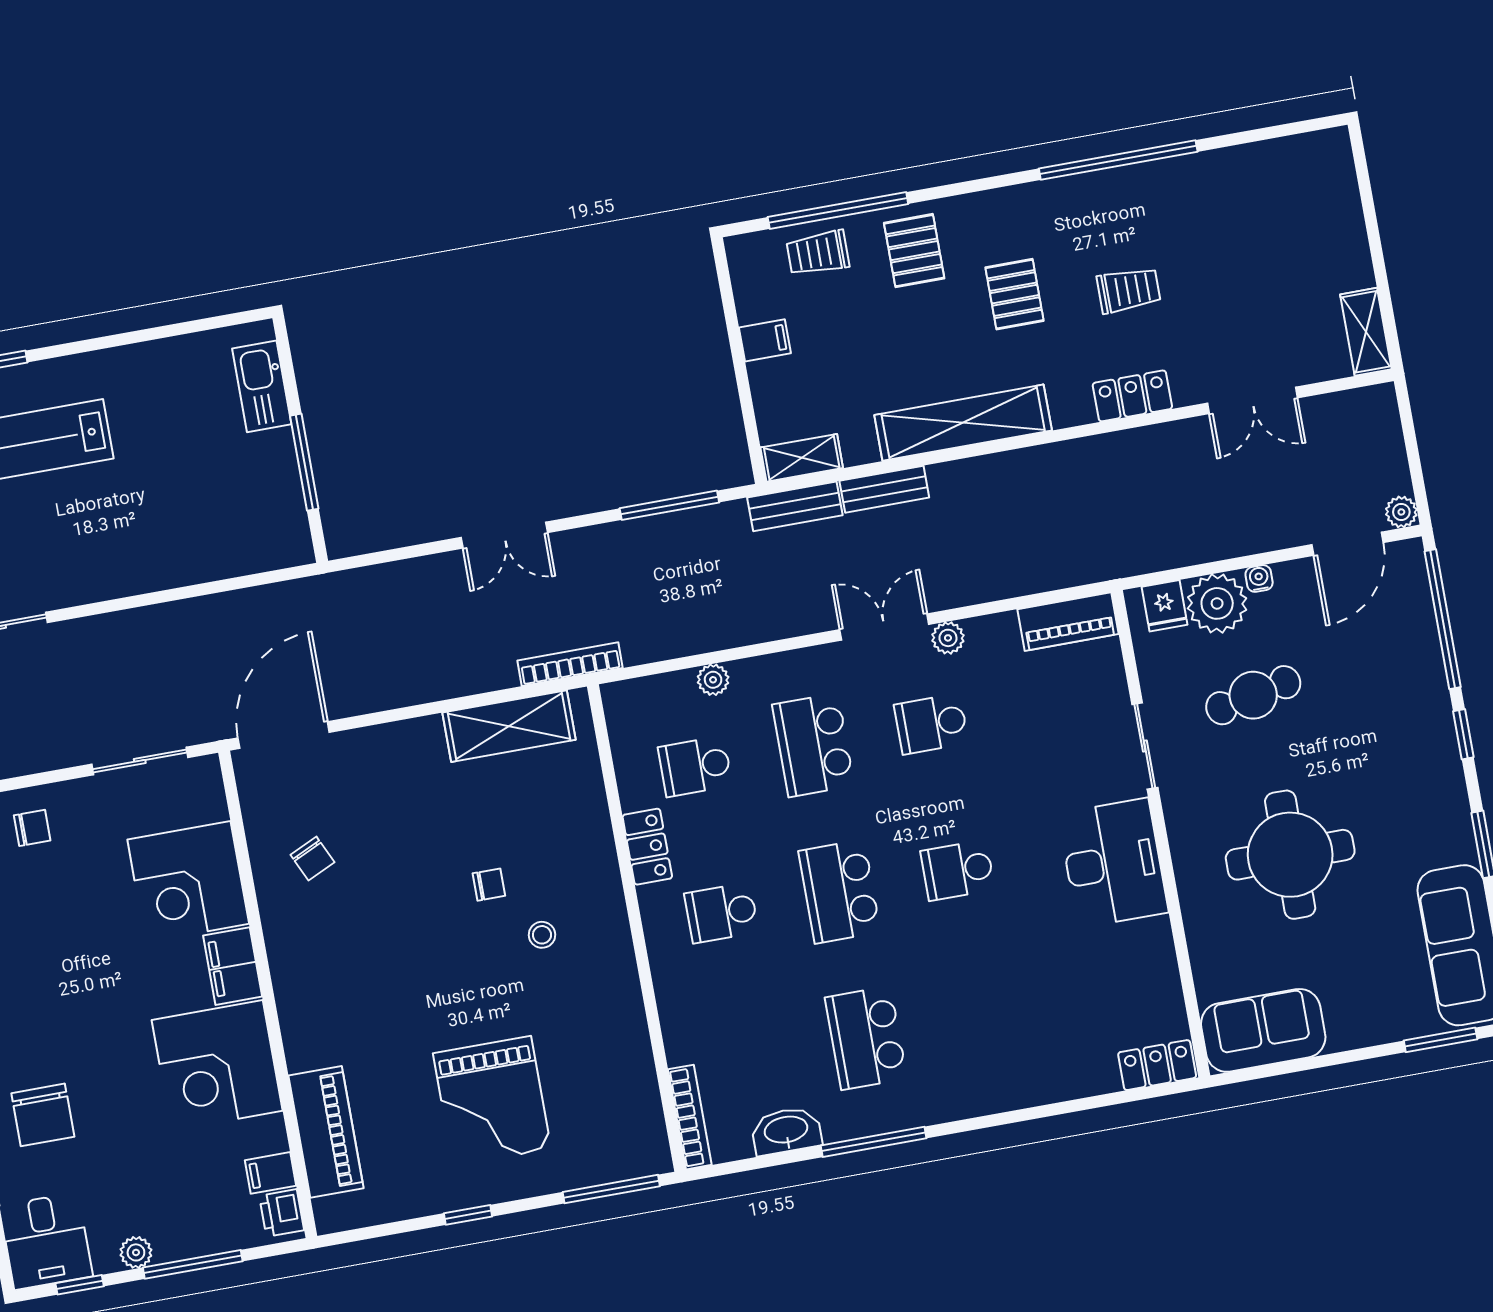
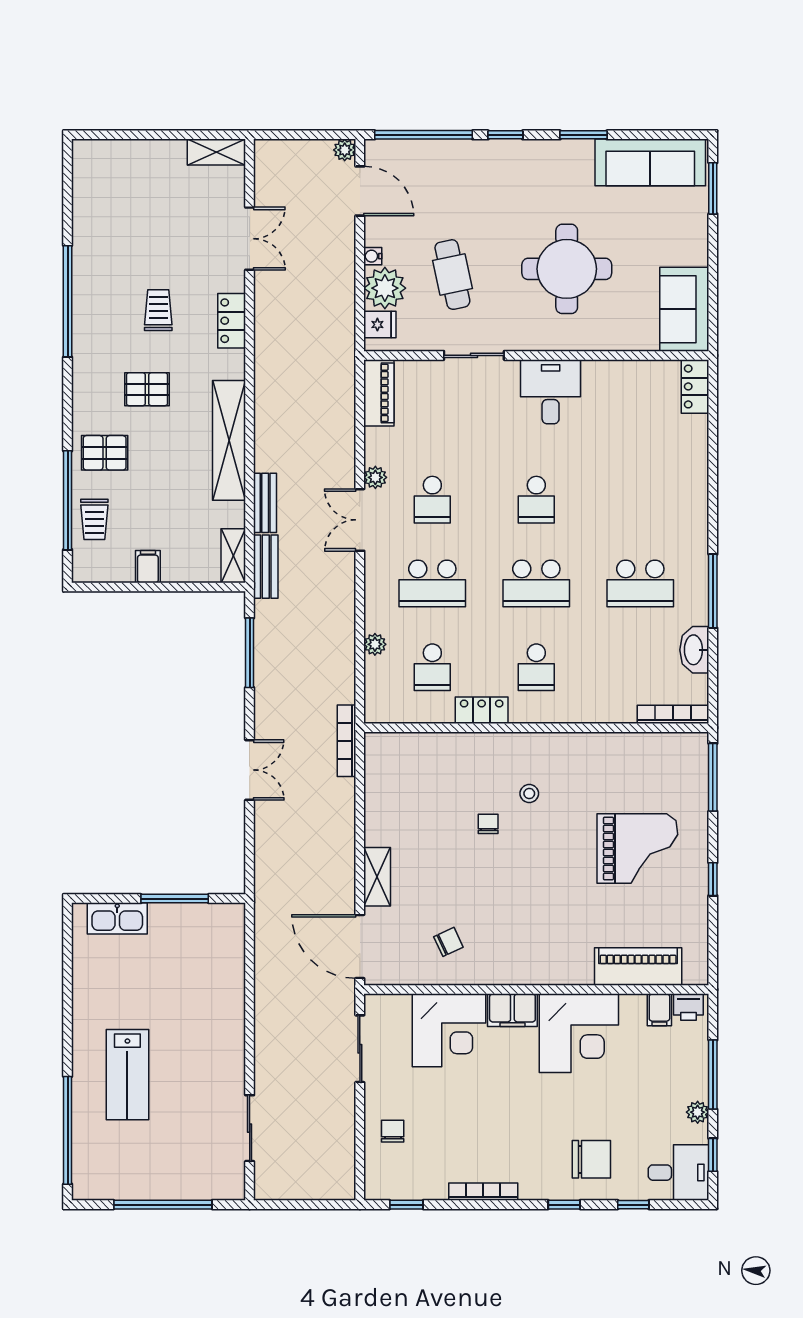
shelving: (509, 726) -> (377, 877), moved, width x0.67, depth x0.75
desk: (1113, 863) -> (551, 392), width x0.73

